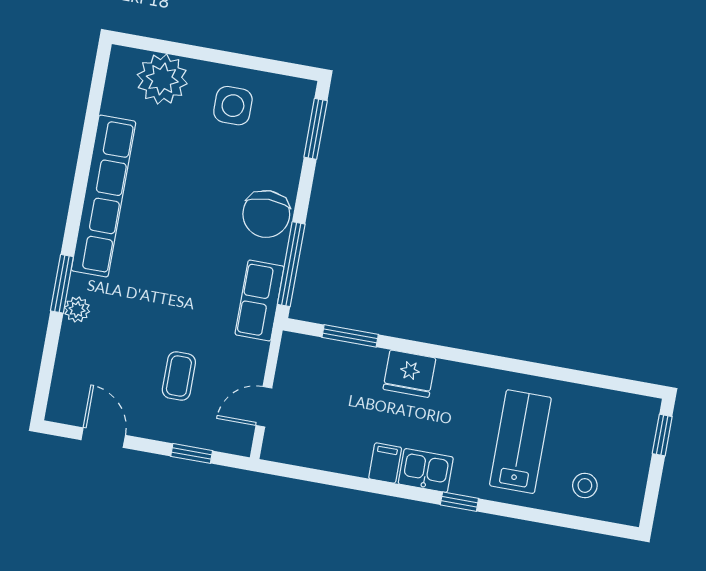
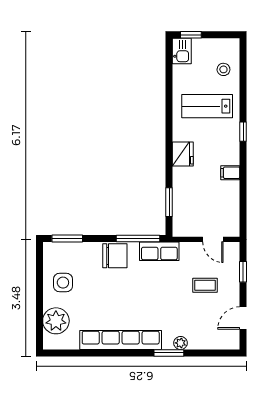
fridge: (409, 374) -> (183, 154), moved
kitchen sink: (426, 471) -> (182, 51), moved, turned 180

